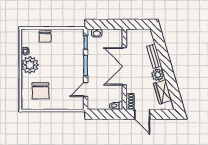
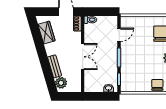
double door: (124, 66) -> (83, 57), width x0.73
plant: (158, 75) -> (61, 83), moved

